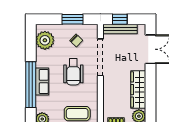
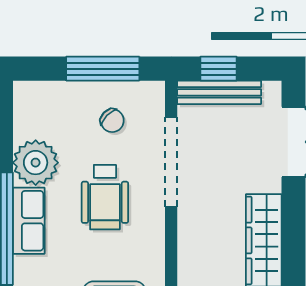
window: (72, 19) -> (103, 69), width x1.44
plant: (45, 40) -> (36, 163), moved

